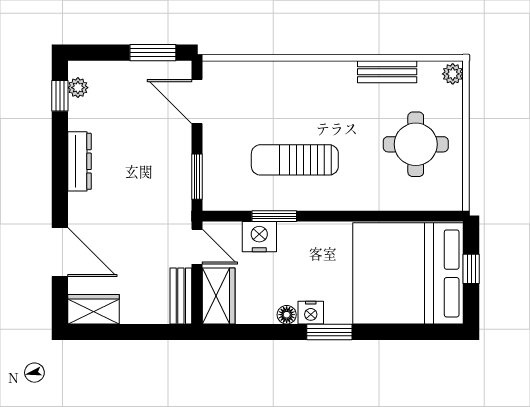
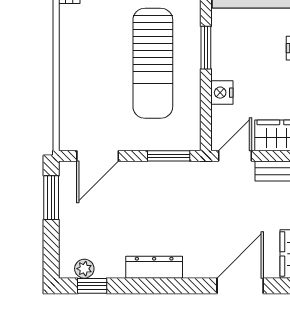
sun lounger: (295, 160) -> (153, 63), width x1.36, depth x1.34
window: (274, 216) -> (206, 48), moved
nightstand: (259, 237) -> (222, 93), width x0.74, depth x0.75

